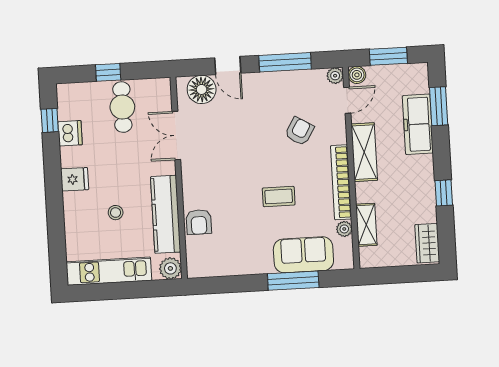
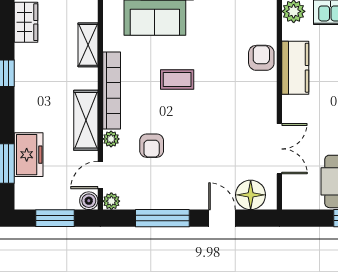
freezer: (418, 124) -> (29, 155), width x0.71
armchair: (299, 131) -> (152, 146), turned -31
kitchen counter: (166, 214) -> (295, 68), width x0.67
plant: (344, 229) -> (111, 139), moved

